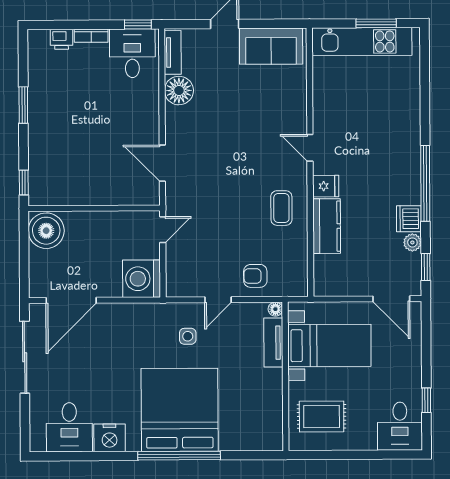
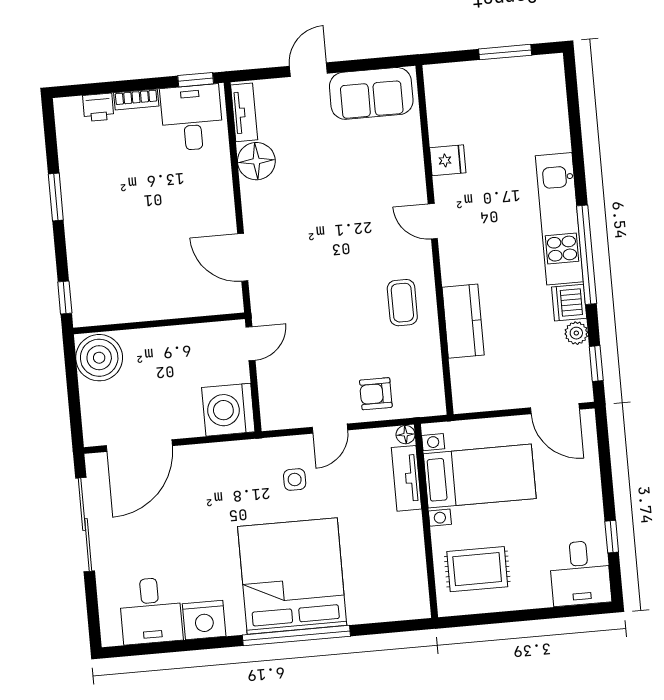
kitchen unit: (362, 42) -> (559, 219), moved, turned 90
fridge: (326, 186) -> (448, 160), moved

